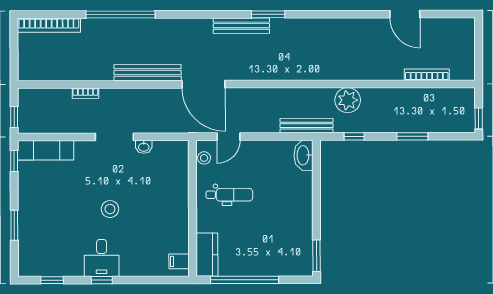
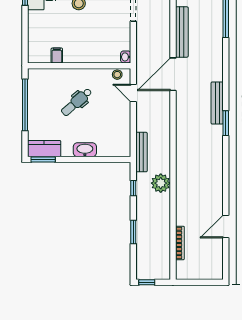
washbasin: (144, 147) -> (126, 57), moved
washbasin: (304, 155) -> (85, 150), moved
dental chair: (229, 195) -> (77, 102), moved, turned 49
kitchen counter: (207, 255) -> (44, 149), moved, turned 180
filing cabinet: (179, 261) -> (57, 55), moved

